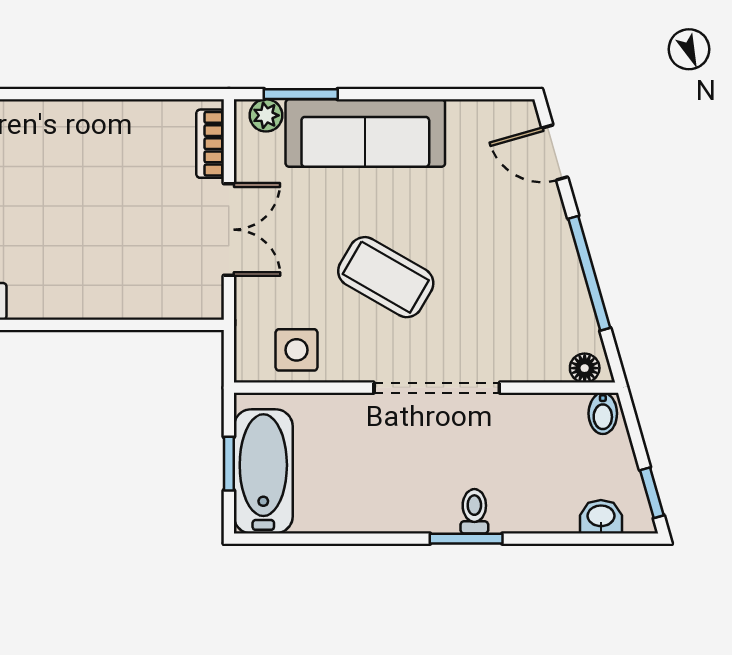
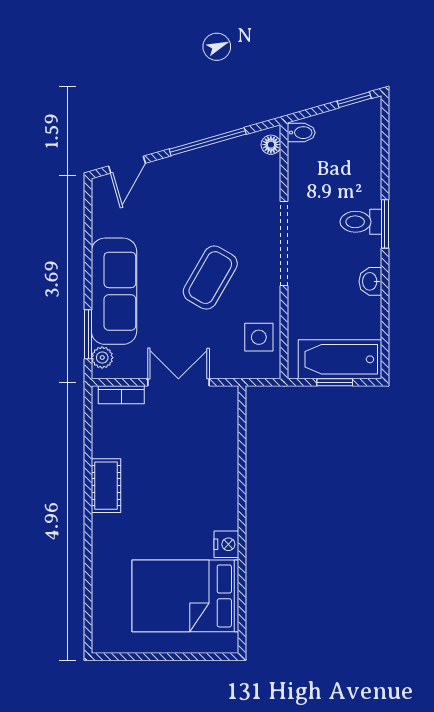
cot: (74, 121) -> (106, 486), added
toilet: (474, 511) -> (361, 222), width x1.37, depth x1.39
washbasin: (601, 517) -> (370, 281), moved

